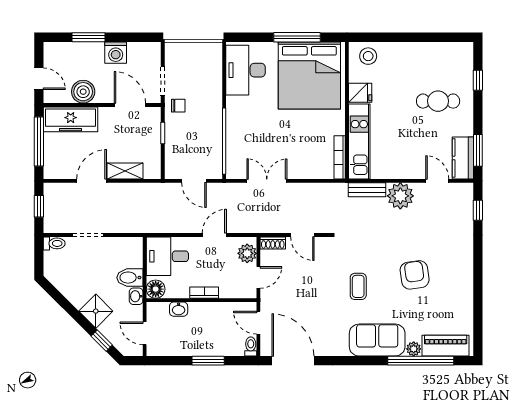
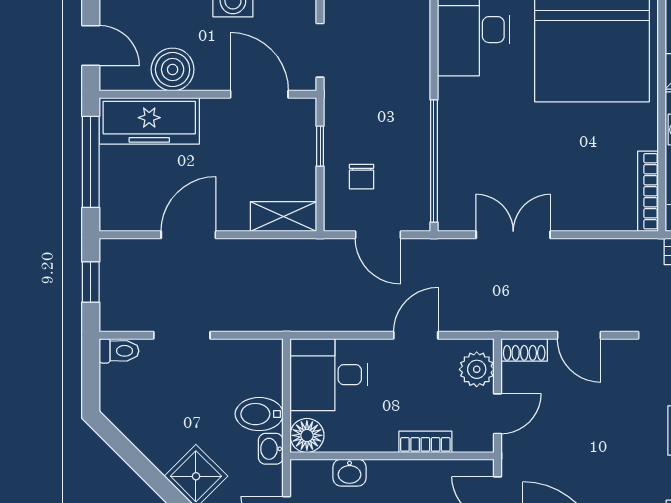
chair: (178, 106) -> (361, 177), moved, turned 90
shelving: (125, 171) -> (284, 217), moved
bookcase: (204, 293) -> (425, 442), moved

